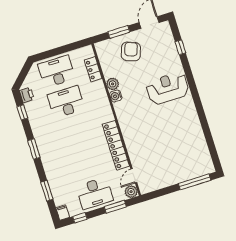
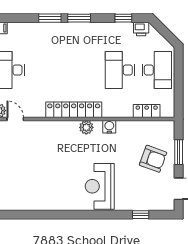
plant: (113, 84) -> (86, 127), moved
reception desk: (168, 88) -> (100, 186), turned 180
desk: (66, 102) -> (120, 70), turned 180
locker: (116, 145) -> (74, 110), moved
window: (47, 191) -> (50, 18), moved

